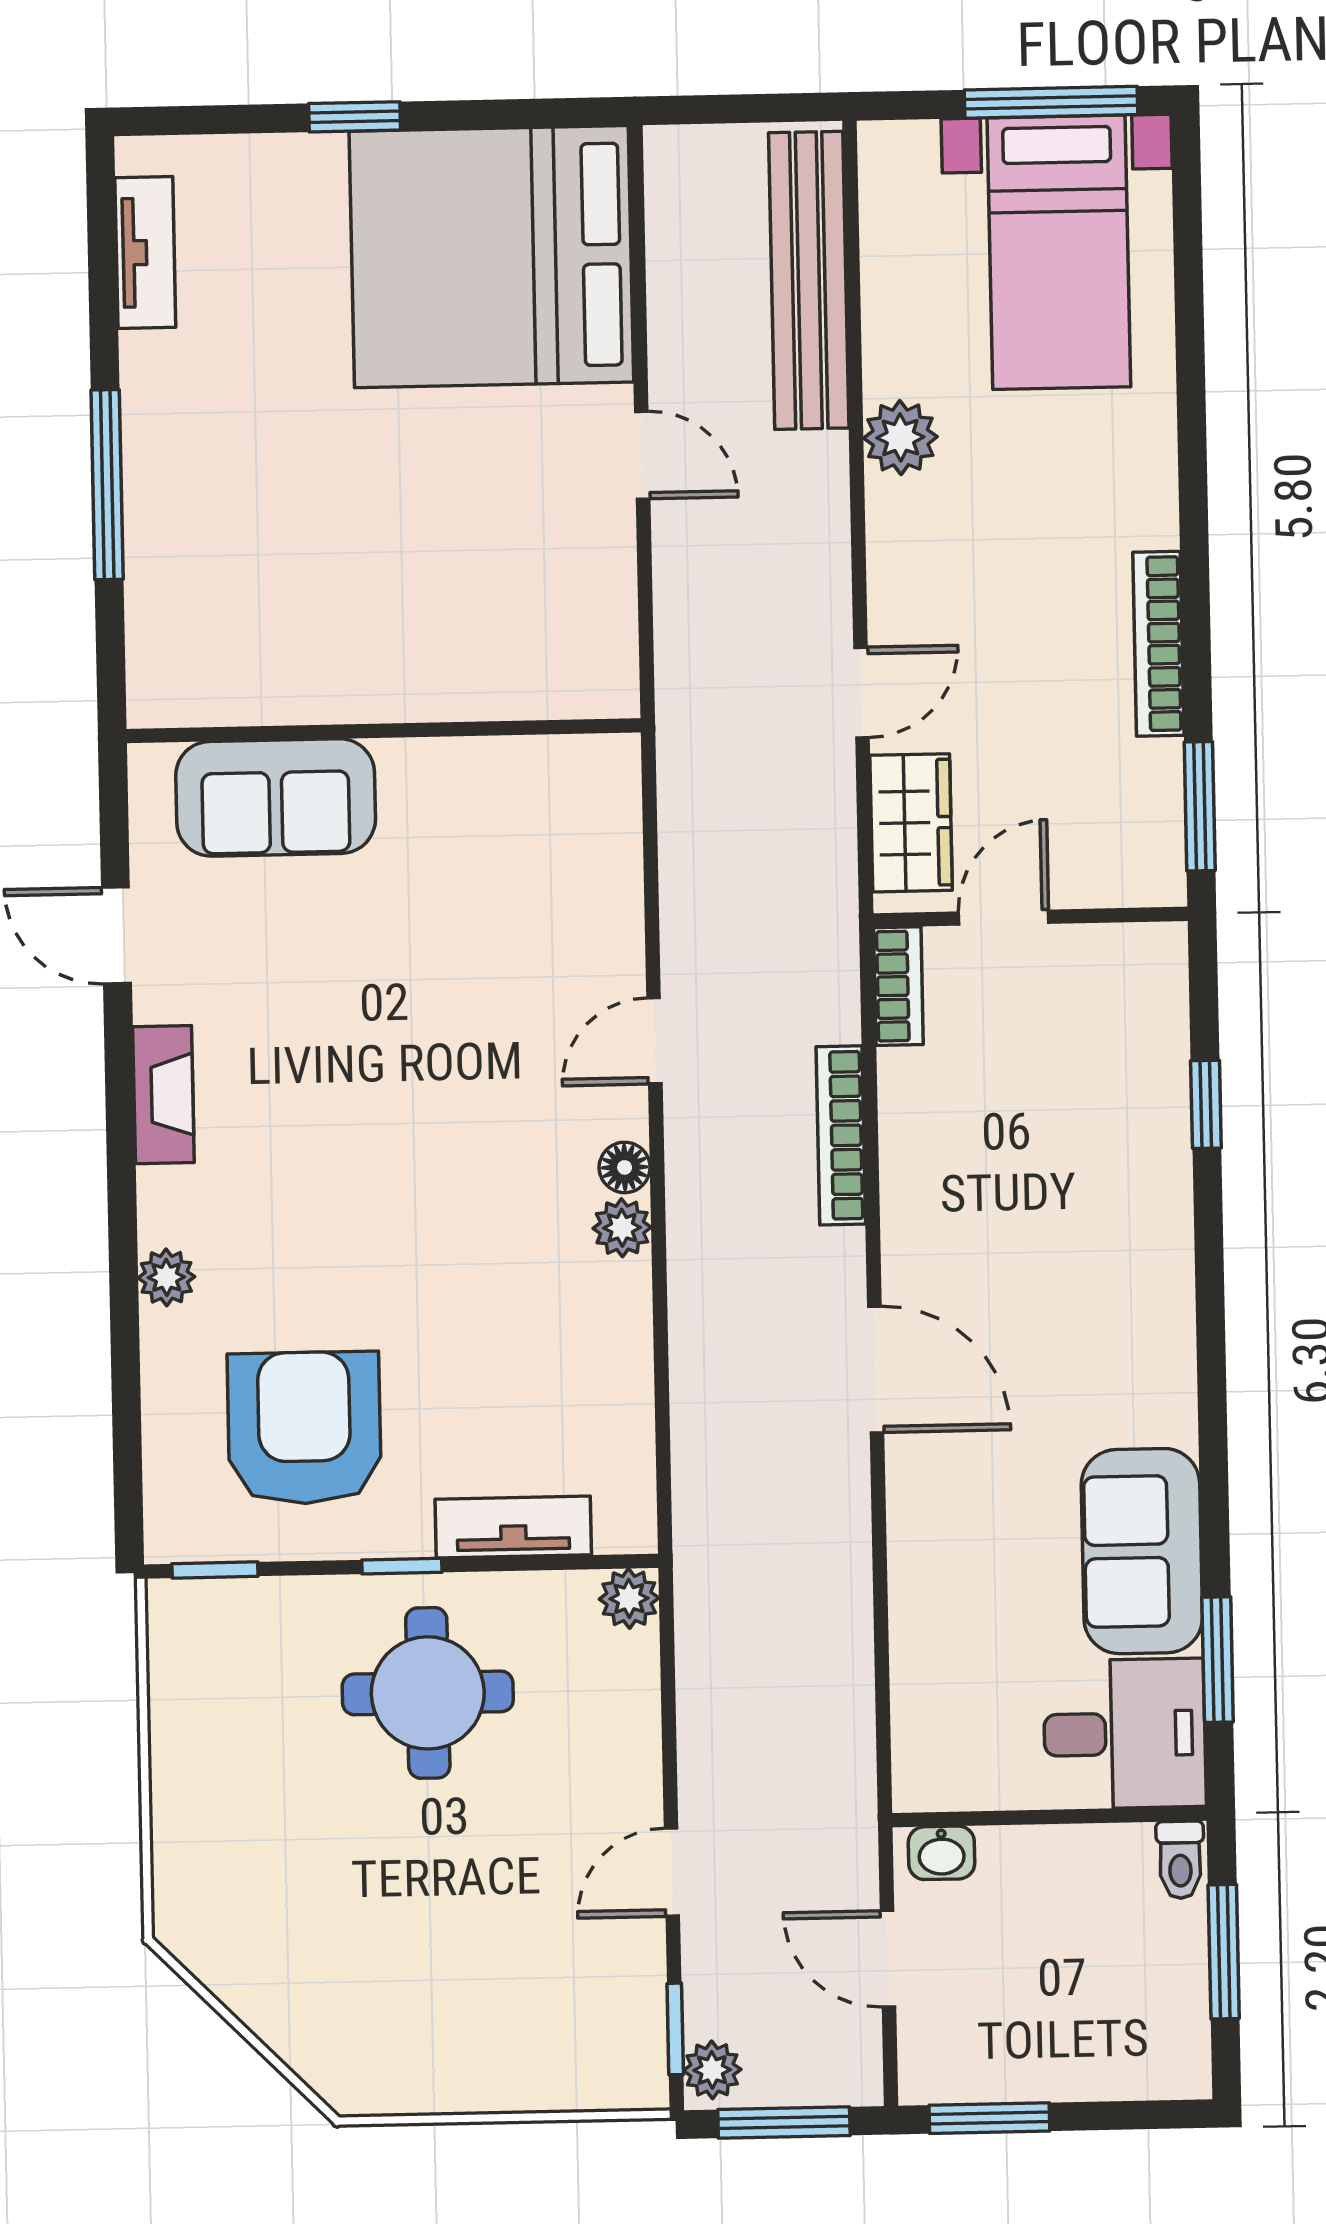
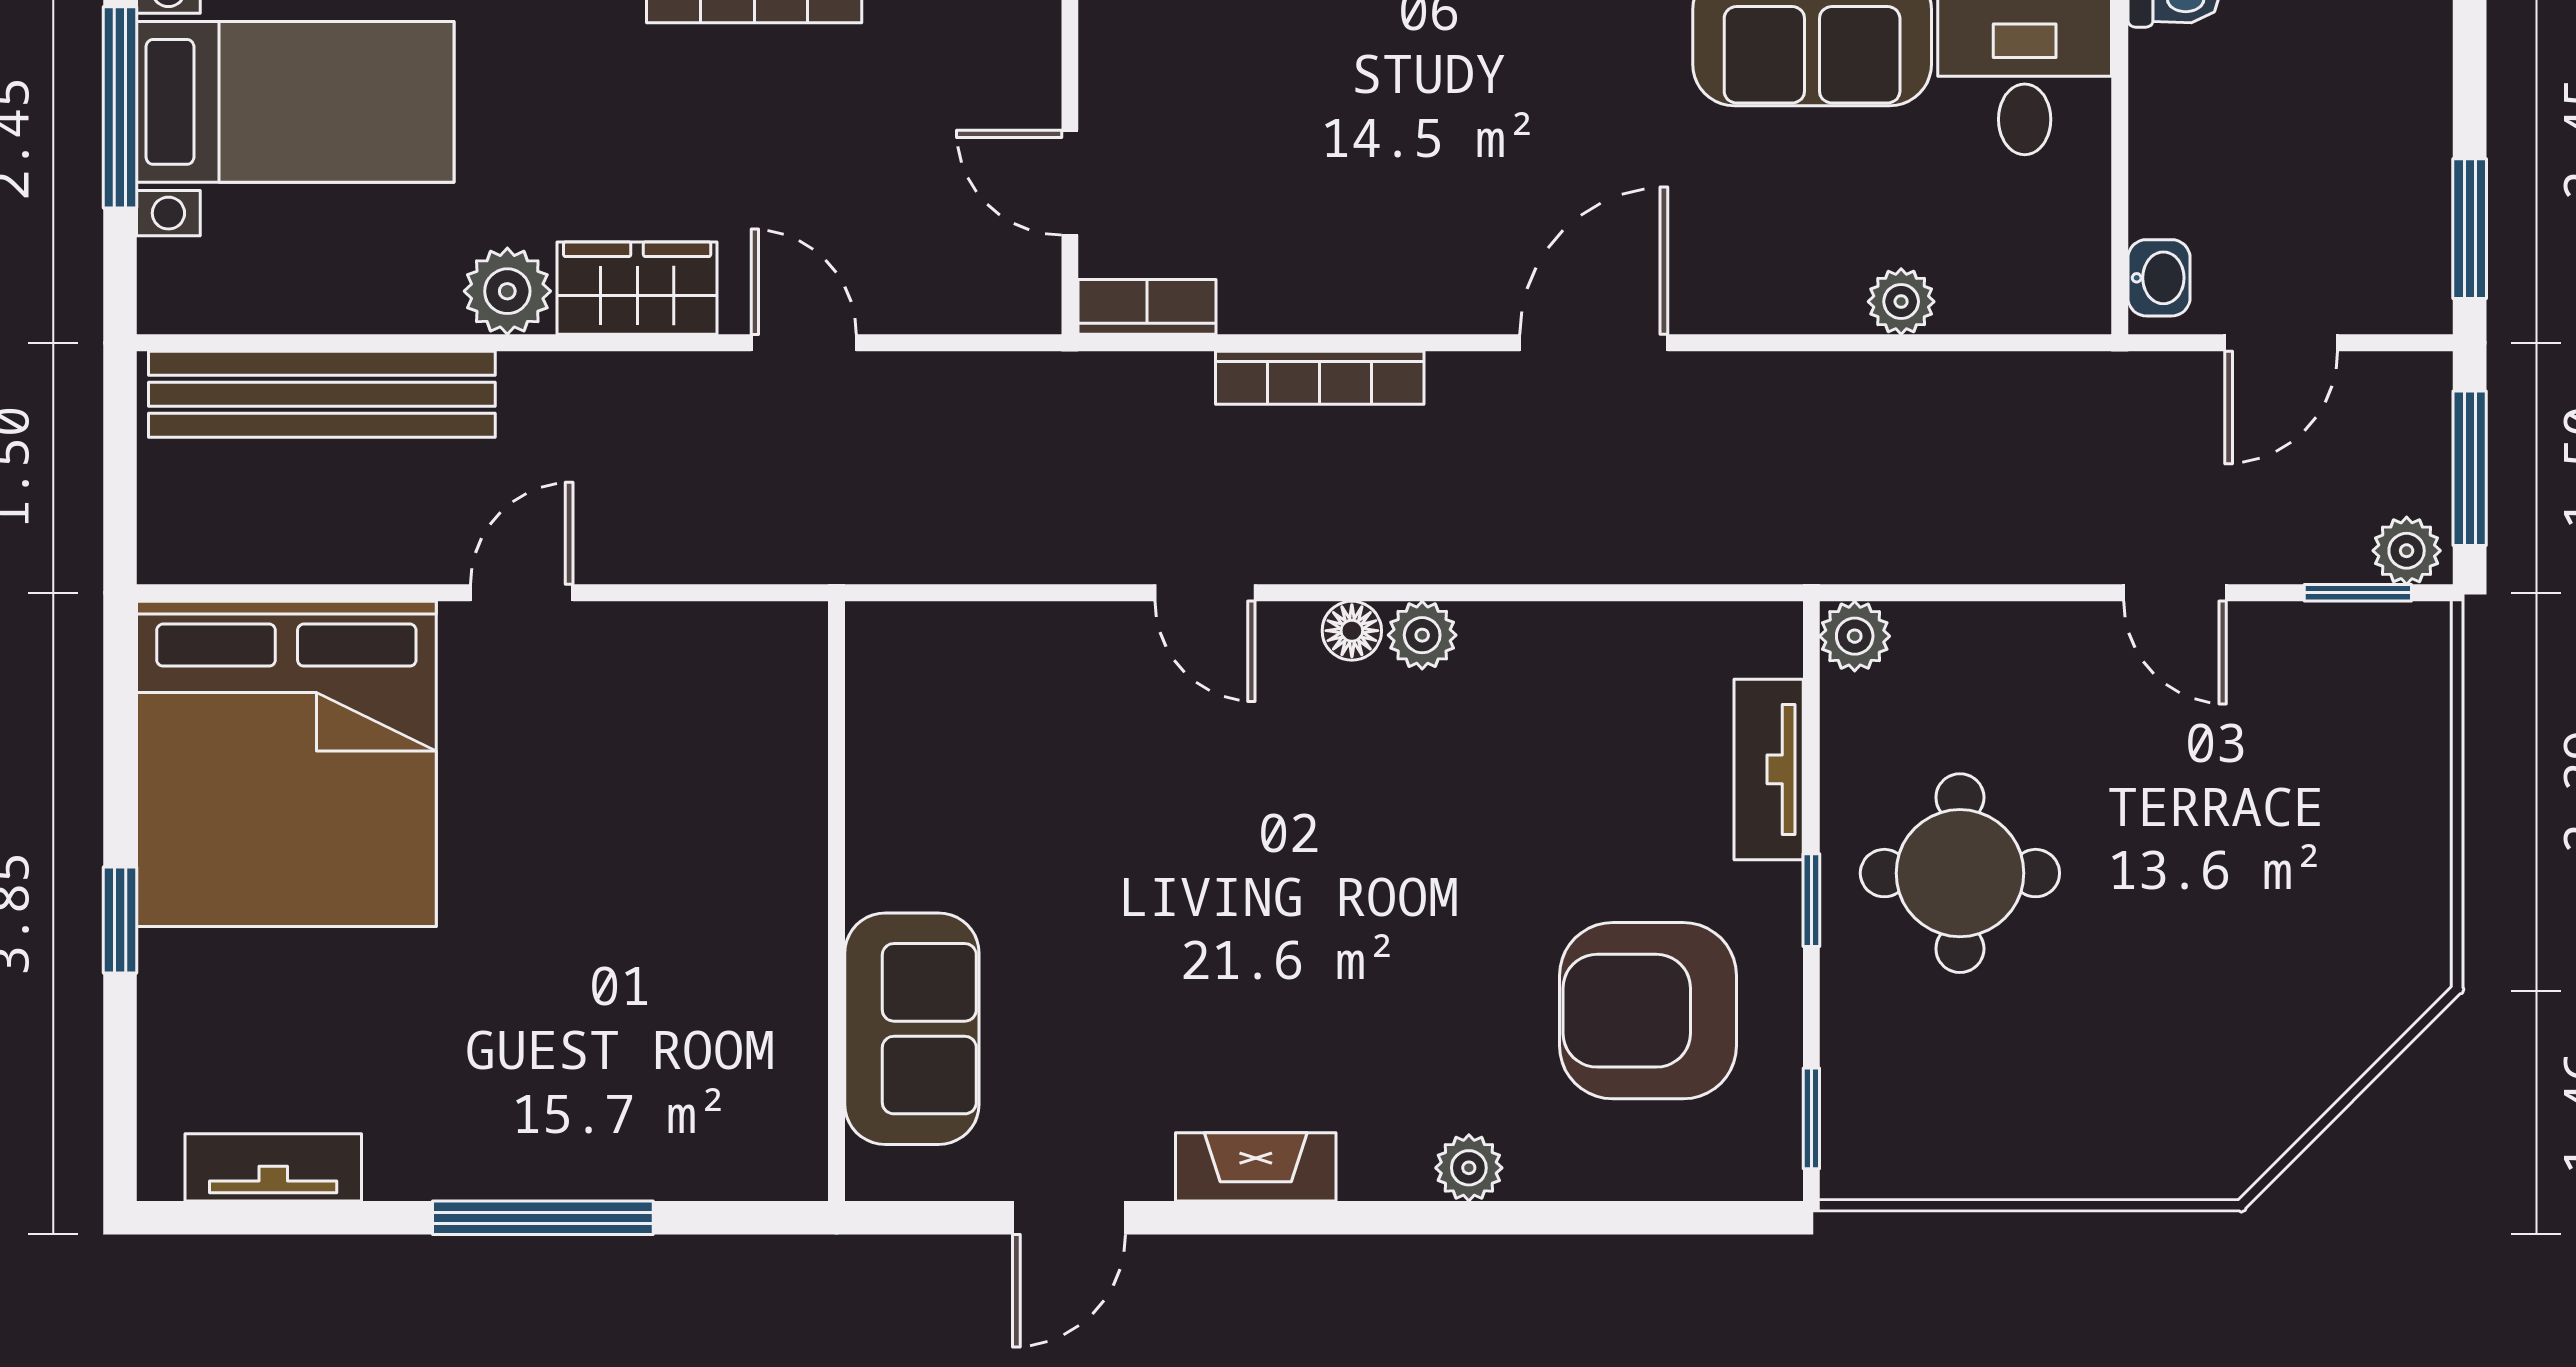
wardrobe: (911, 823) -> (637, 288), moved
plant: (917, 1632) -> (1901, 302), added

